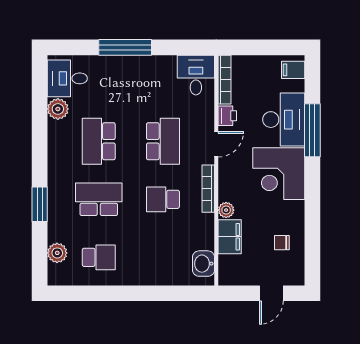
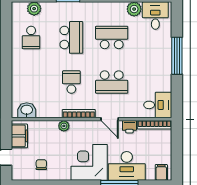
filing cabinet: (230, 237) -> (19, 136), moved, turned -90

